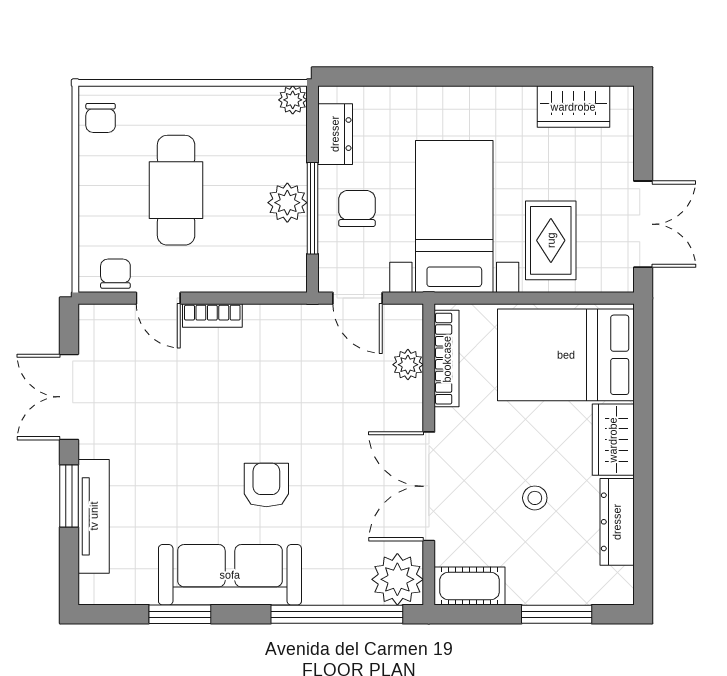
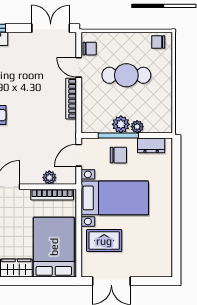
plant: (293, 100) -> (137, 127), moved
wardrobe: (573, 107) -> (163, 251), removed
door: (158, 298) -> (79, 67), hinge flipped
bookcase: (212, 315) -> (71, 99), width x1.56
double door: (69, 397) -> (51, 28), moved

